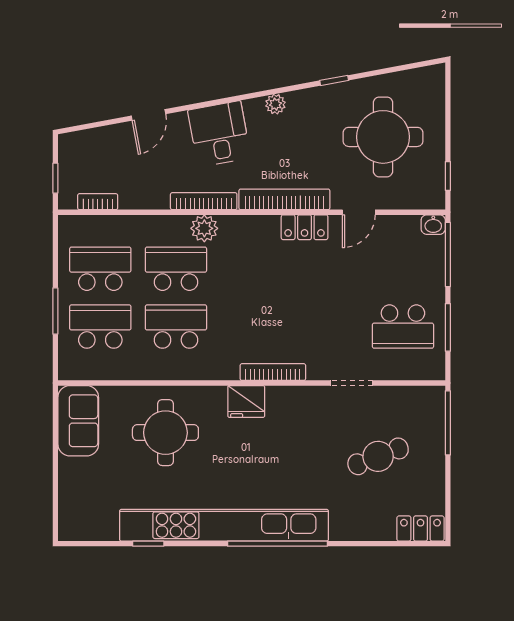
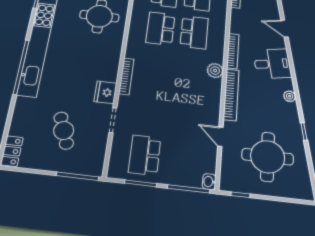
locker: (305, 227) -> (213, 104), removed
plant: (204, 228) -> (215, 71), moved
school desk: (176, 327) -> (160, 28), turned 180
fridge: (246, 401) -> (105, 92), moved

